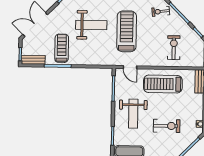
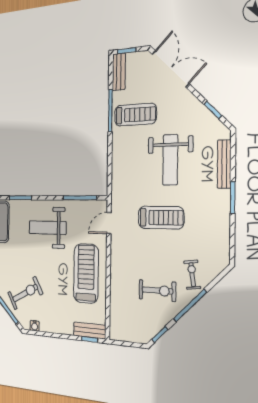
treadmill: (127, 31) -> (161, 218), width x0.73, depth x0.73
exercise bike: (174, 48) -> (157, 290), moved
exercise bike: (167, 126) -> (25, 293), moved, turned -119

